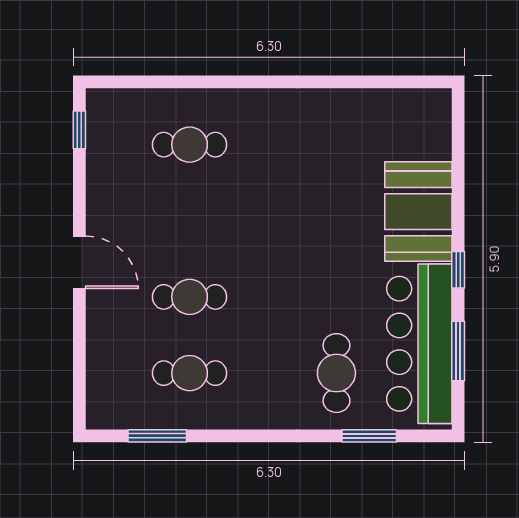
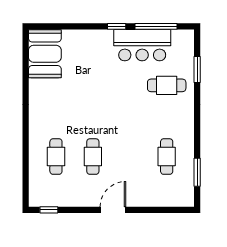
booth: (418, 212) -> (45, 54), moved, turned 90
cafe table: (190, 297) -> (93, 157), moved
bar counter: (419, 344) -> (142, 45), width x0.73
window: (458, 351) -> (156, 26), width x1.44

